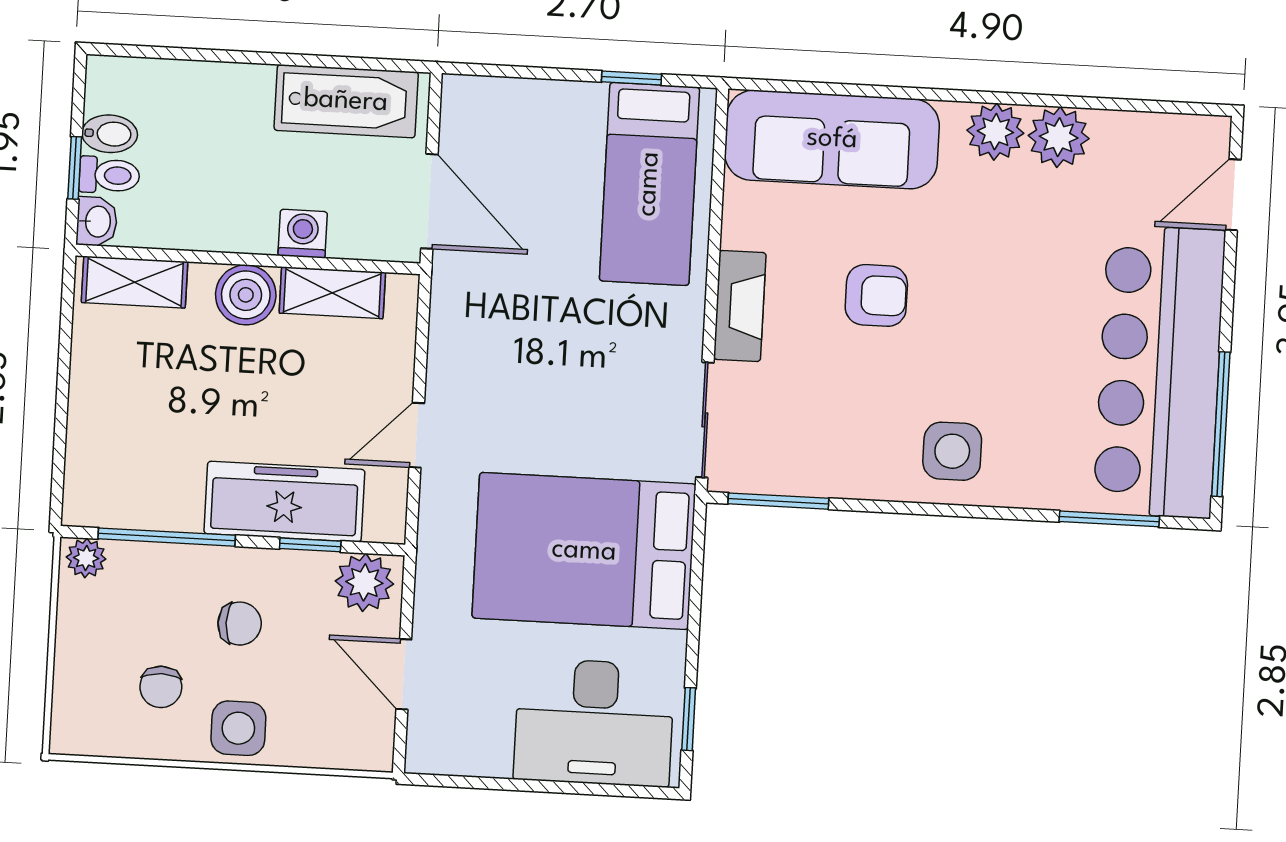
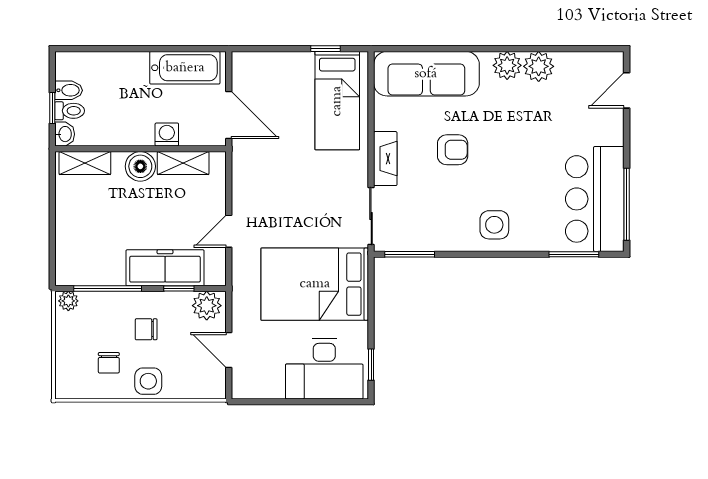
bar counter: (1159, 372) -> (595, 199), width x0.73
chair: (240, 624) -> (146, 329), turned 180

